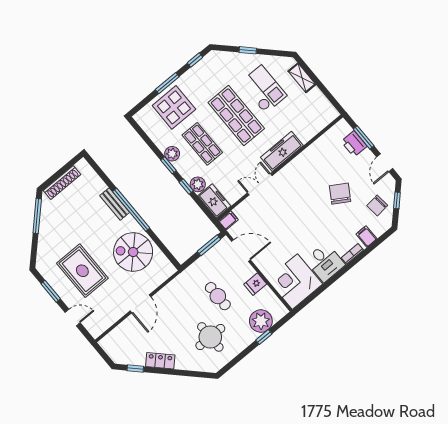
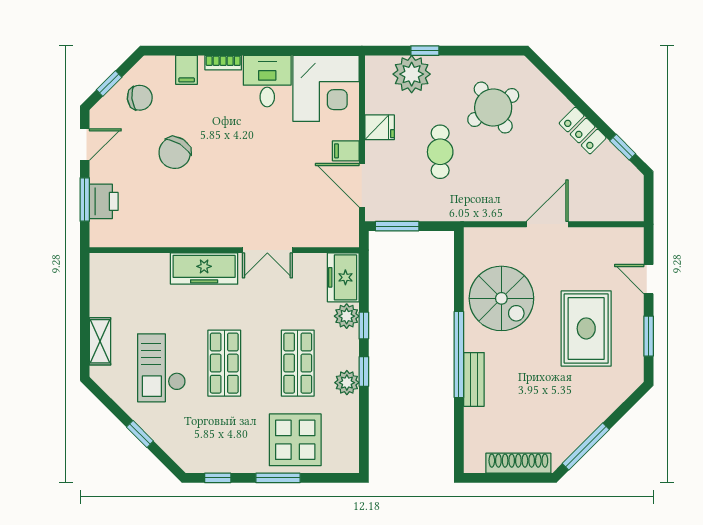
shop shelf: (236, 116) -> (224, 363), width x0.70, depth x0.74
filing cabinet: (228, 220) -> (346, 151), moved
round table: (210, 337) -> (493, 108), turned -33

